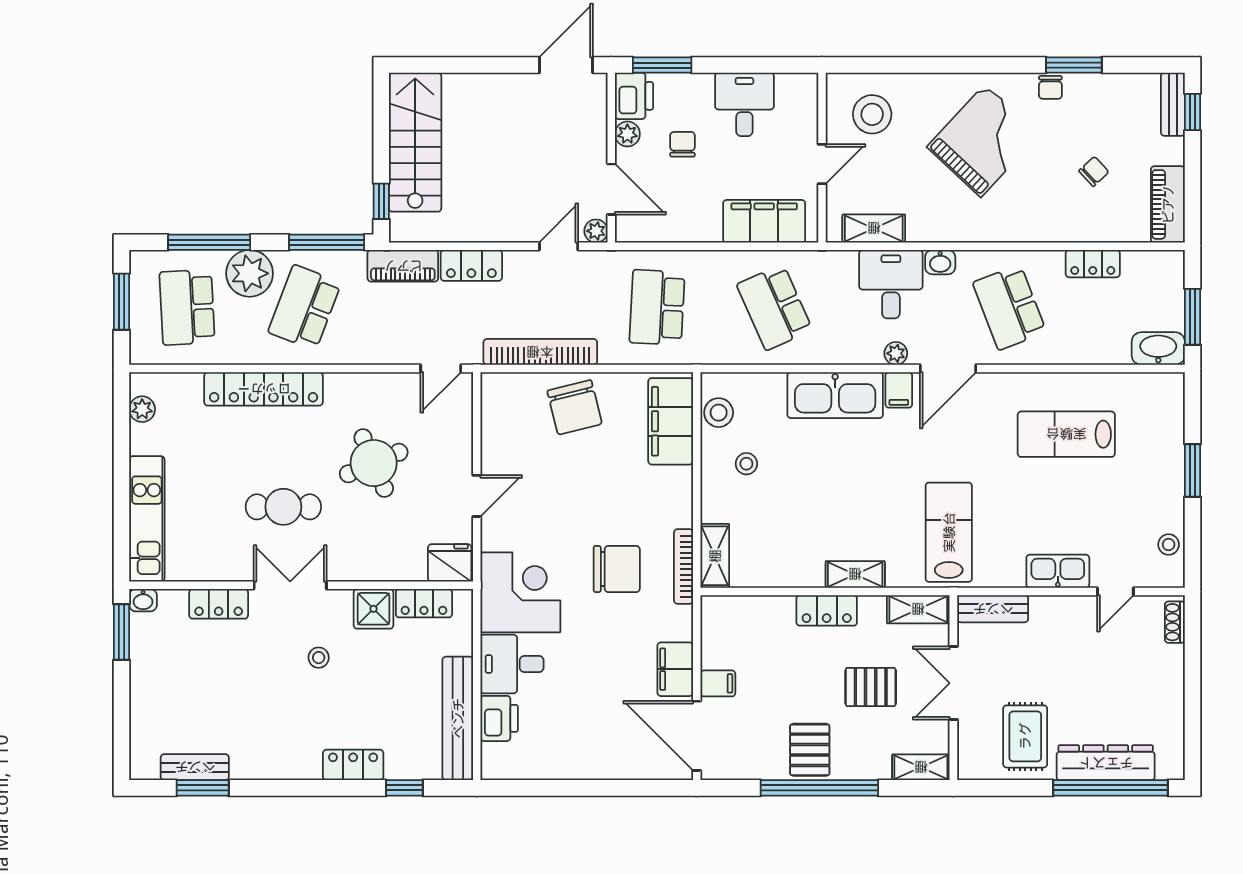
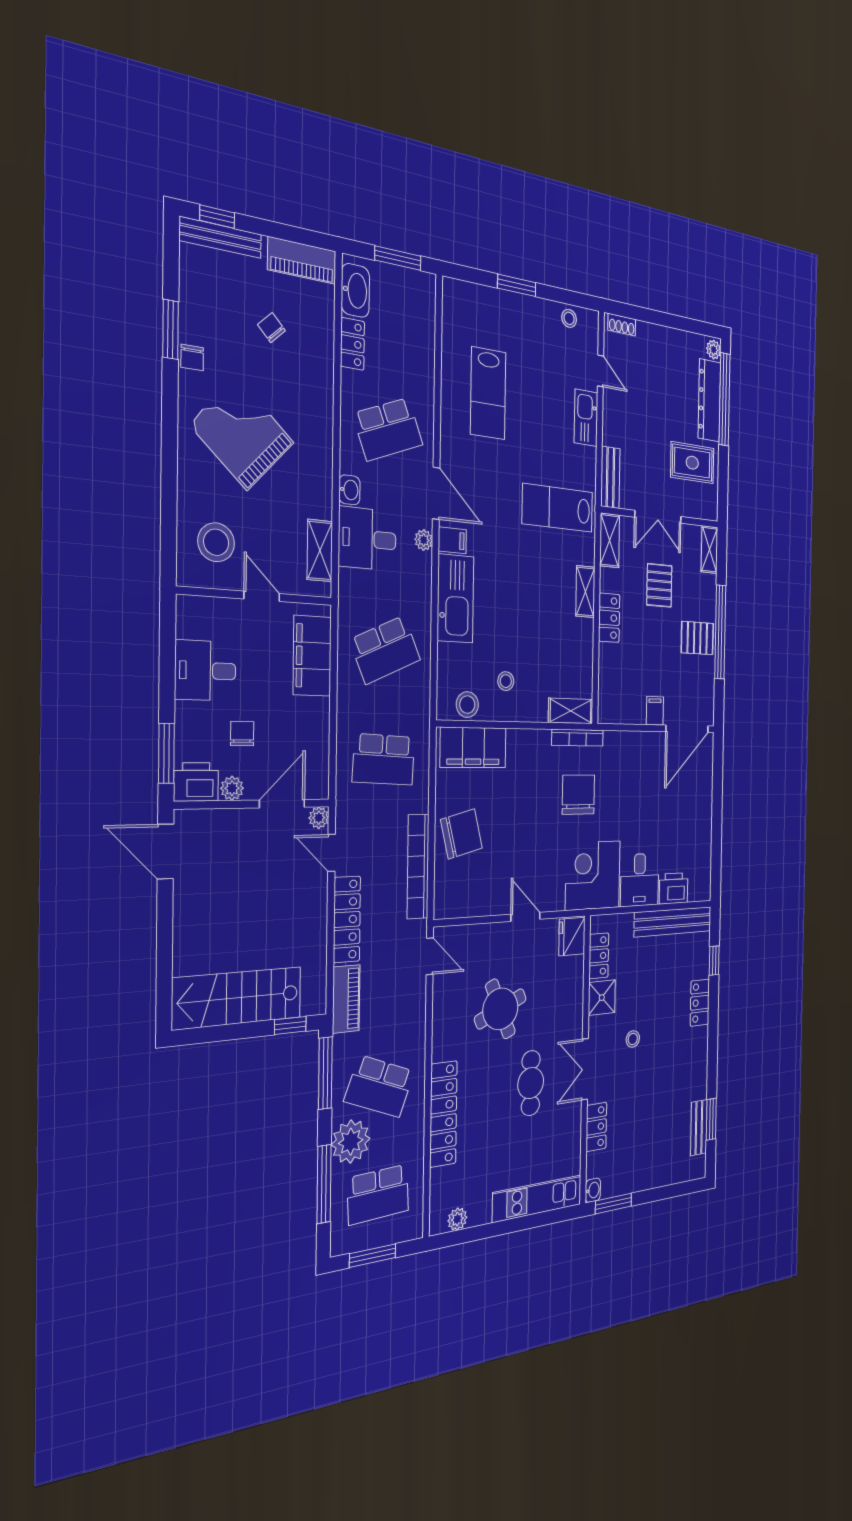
chair: (1050, 87) -> (192, 357), turned 90
bench: (1173, 104) -> (221, 237), width x1.36
chair: (682, 144) -> (242, 734), turned 90
locker: (471, 265) -> (347, 919), width x1.53
washbasin: (1158, 348) -> (355, 290), moved, turned 180
filing cabinet: (675, 669) -> (645, 746), removed
plant: (1169, 768) -> (714, 350), added

